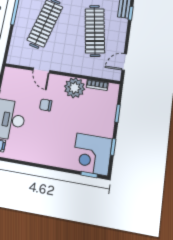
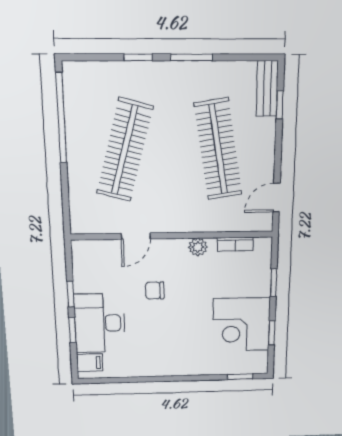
door: (41, 70) -> (136, 236), hinge flipped
plant: (75, 88) -> (198, 247), width x0.53, depth x0.53
corner desk: (92, 154) -> (241, 324), moved

